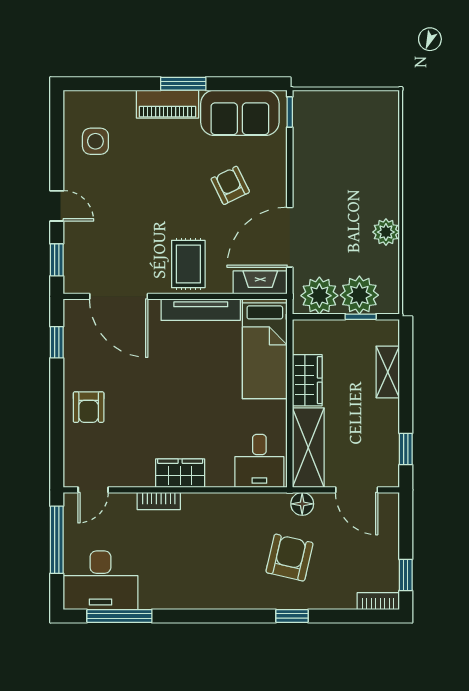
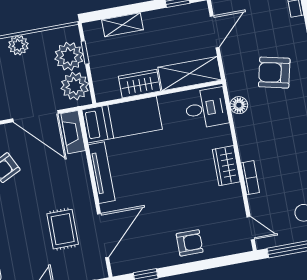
rug: (188, 264) -> (63, 229), moved, turned 90
floor lamp: (302, 504) -> (239, 105), moved

